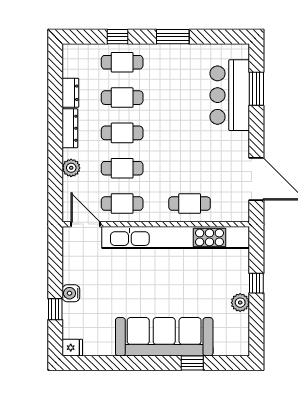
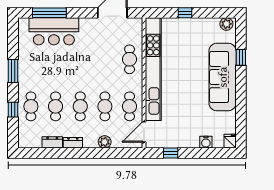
window: (256, 89) -> (49, 13), width x1.44
dresser: (70, 128) -> (73, 143), width x0.70
water cooler: (71, 293) -> (206, 142), moved
plant: (240, 303) -> (226, 24), moved
window: (55, 309) -> (171, 153), moved

